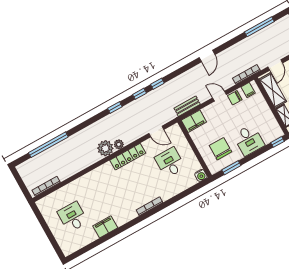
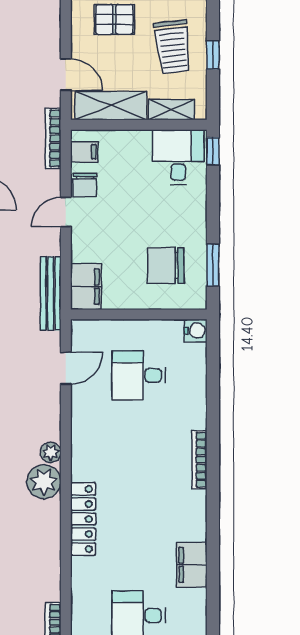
bench: (187, 106) -> (51, 293), width x1.36
desk: (249, 140) -> (178, 157), moved, turned -90
locker: (128, 157) -> (83, 519), moved

